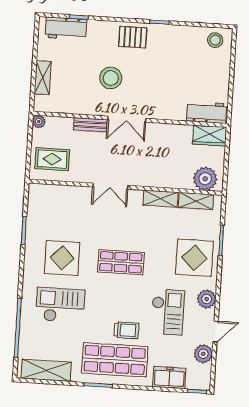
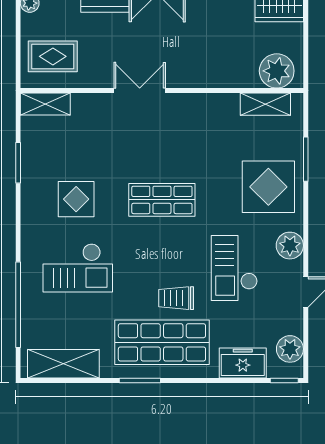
double door: (110, 186) -> (140, 91), swing flipped
shelving: (160, 199) -> (45, 104), moved
display table: (62, 258) -> (76, 199), width x0.73, depth x0.73
checkout: (60, 305) -> (78, 268), turned 180
checkout: (168, 312) -> (234, 268), turned 180
trolley: (126, 330) -> (176, 298), turned 180
plant: (203, 354) -> (290, 349), moved

